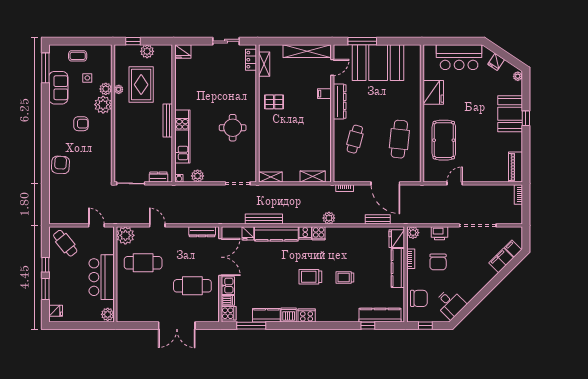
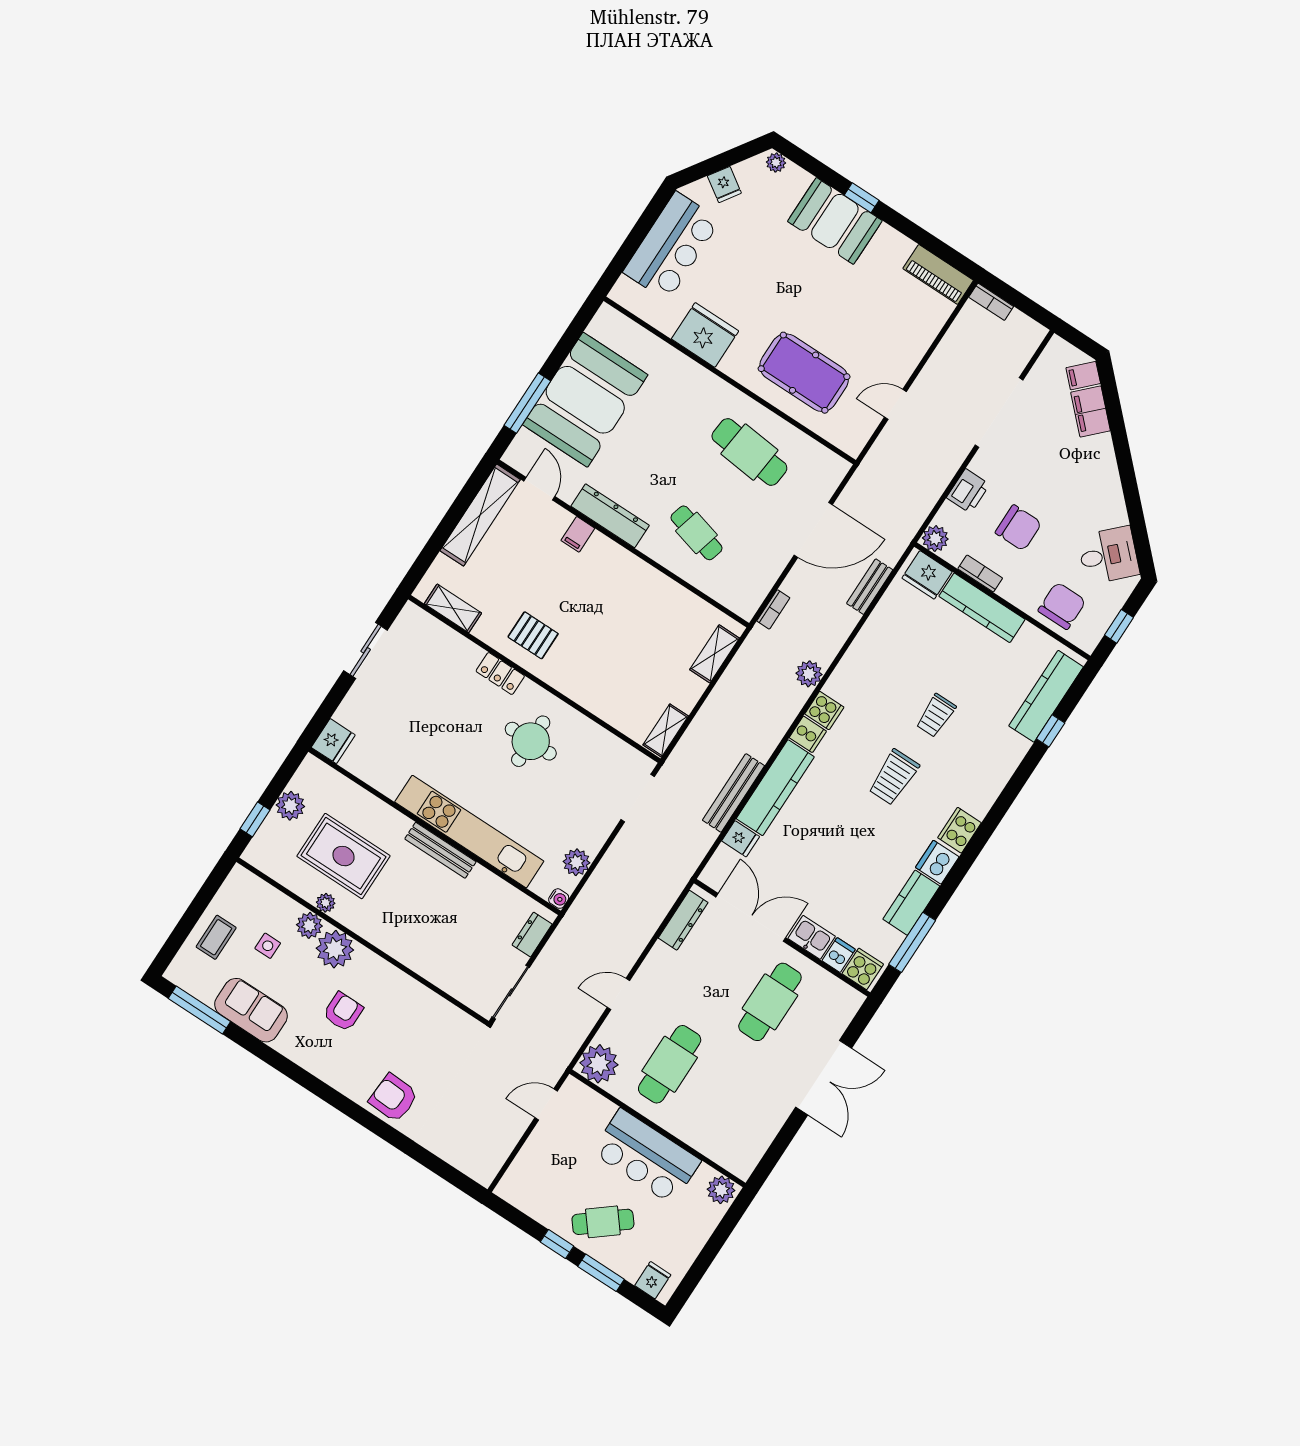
locker: (251, 60) -> (500, 674), moved
pallet: (274, 102) -> (533, 635), turned 90
kitchen unit: (182, 137) -> (469, 832), width x1.36
door: (455, 183) -> (895, 404), hinge flipped
cafe table: (65, 243) -> (603, 1222), moved

